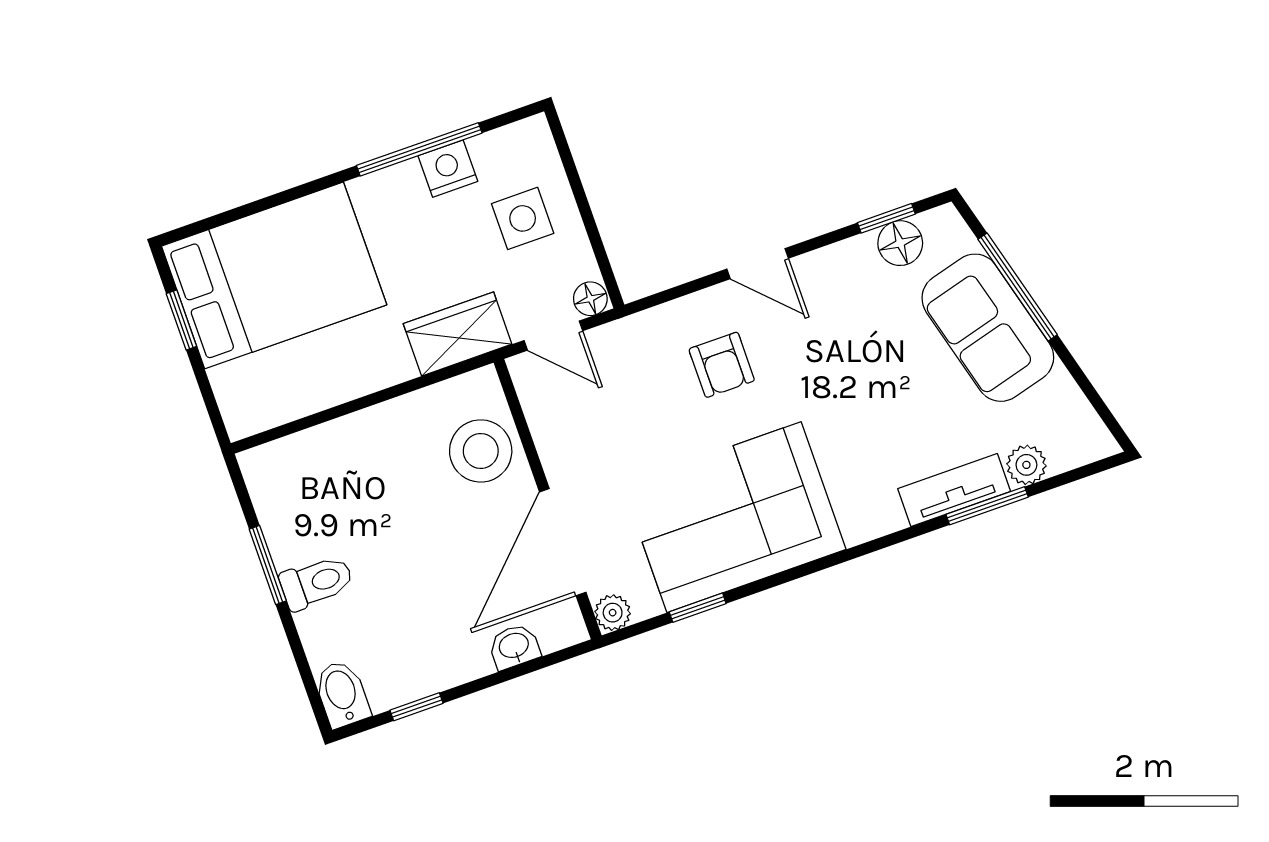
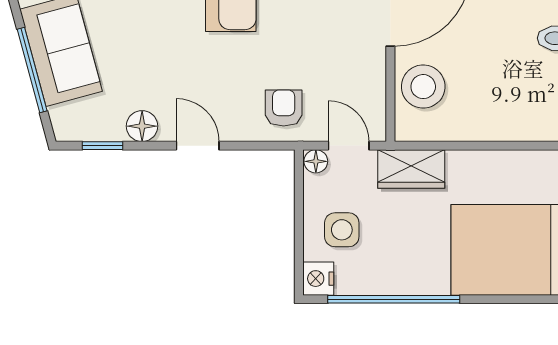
window: (419, 149) -> (394, 299), width x1.46
nightstand: (448, 169) -> (318, 279), moved, turned 90
floor lamp: (900, 243) -> (142, 126), moved
armchair: (722, 365) -> (284, 108), moved

